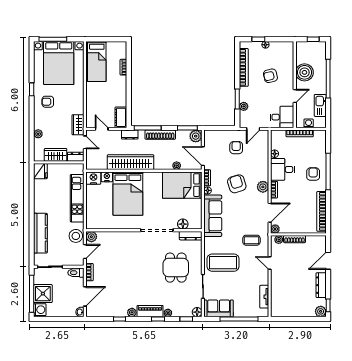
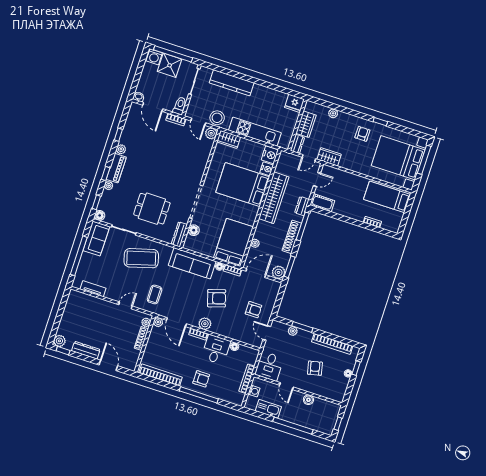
boiler: (304, 72) -> (308, 400), width x0.54, depth x0.54
wardrobe: (92, 219) -> (229, 139), added
coffee table: (223, 263) -> (141, 258), turned 74

